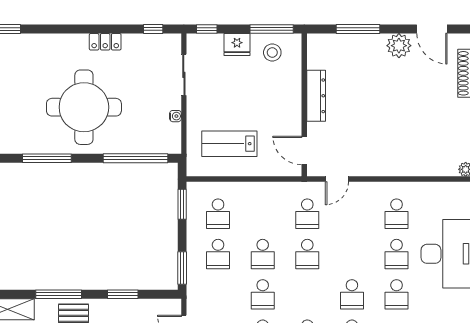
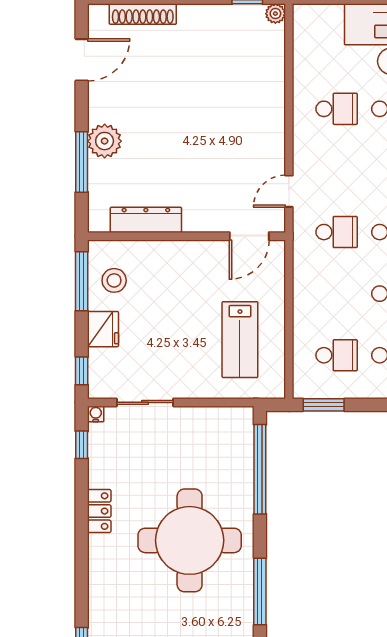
plant: (399, 46) -> (105, 141), moved
dresser: (316, 96) -> (146, 220), moved
water cooler: (175, 116) -> (96, 414), moved
door: (337, 179) -> (289, 191), swing flipped

